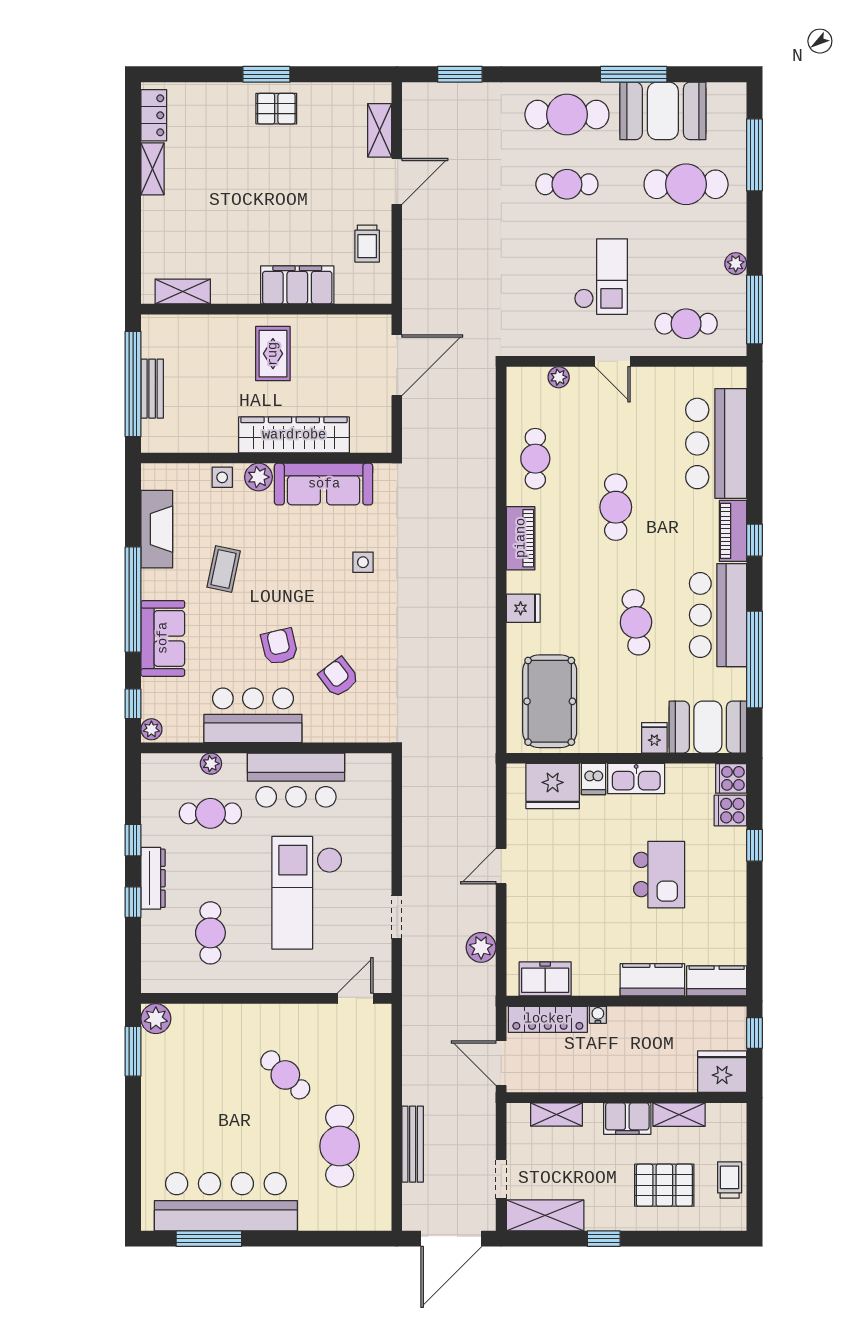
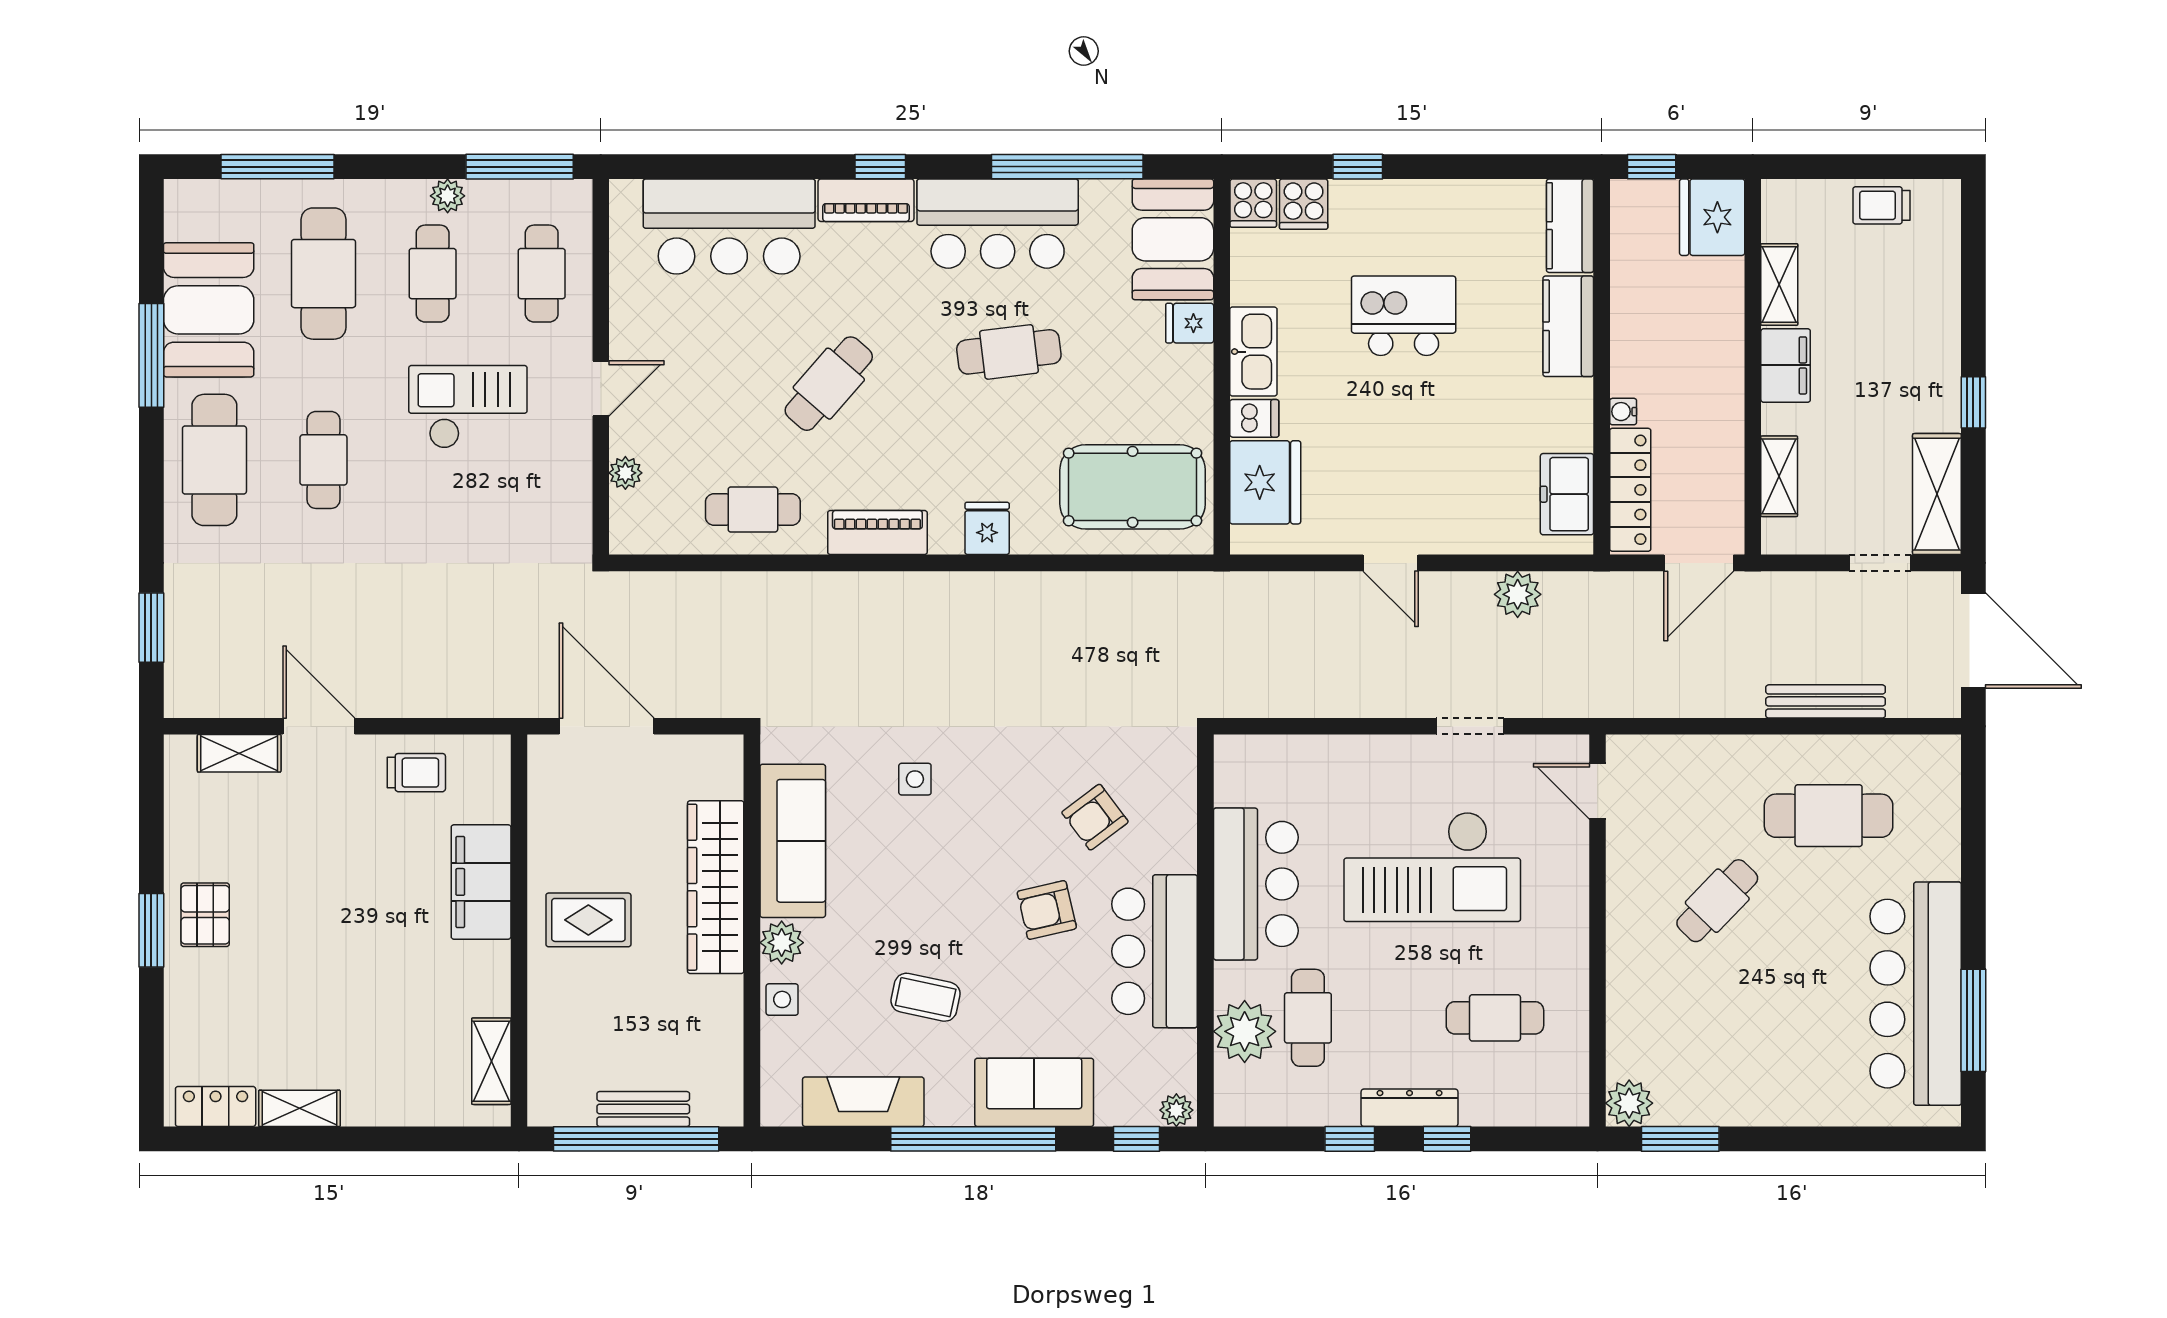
cafe table: (686, 254) -> (433, 274), added
cafe table: (616, 507) -> (829, 384), turned -49
plant: (211, 764) -> (1245, 1031), width x1.88, depth x1.88
pallet: (664, 1185) -> (1890, 308), removed

